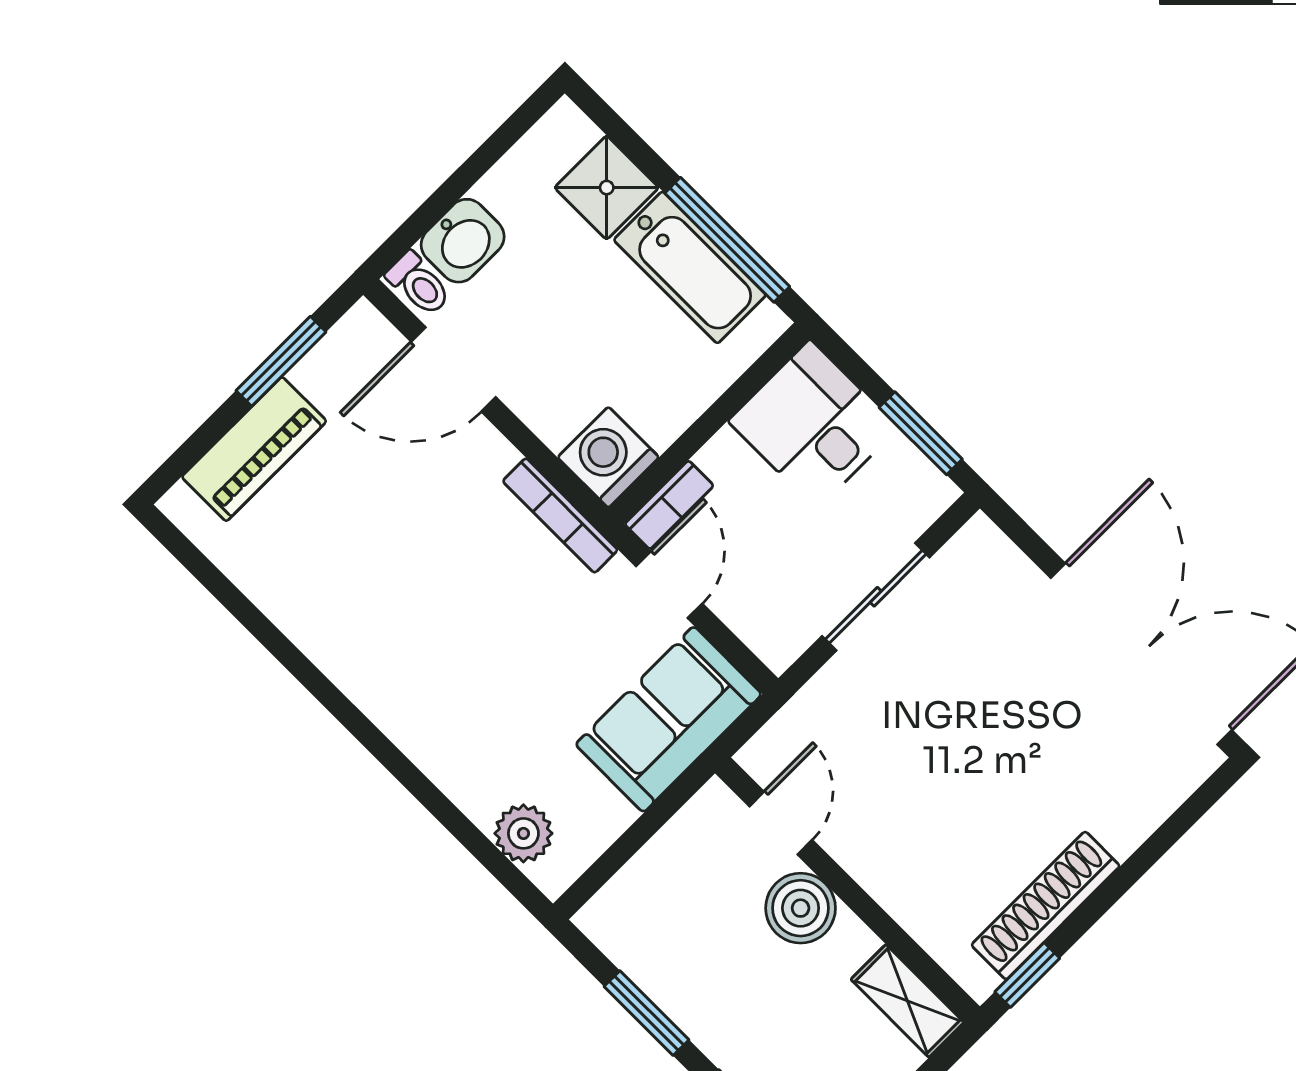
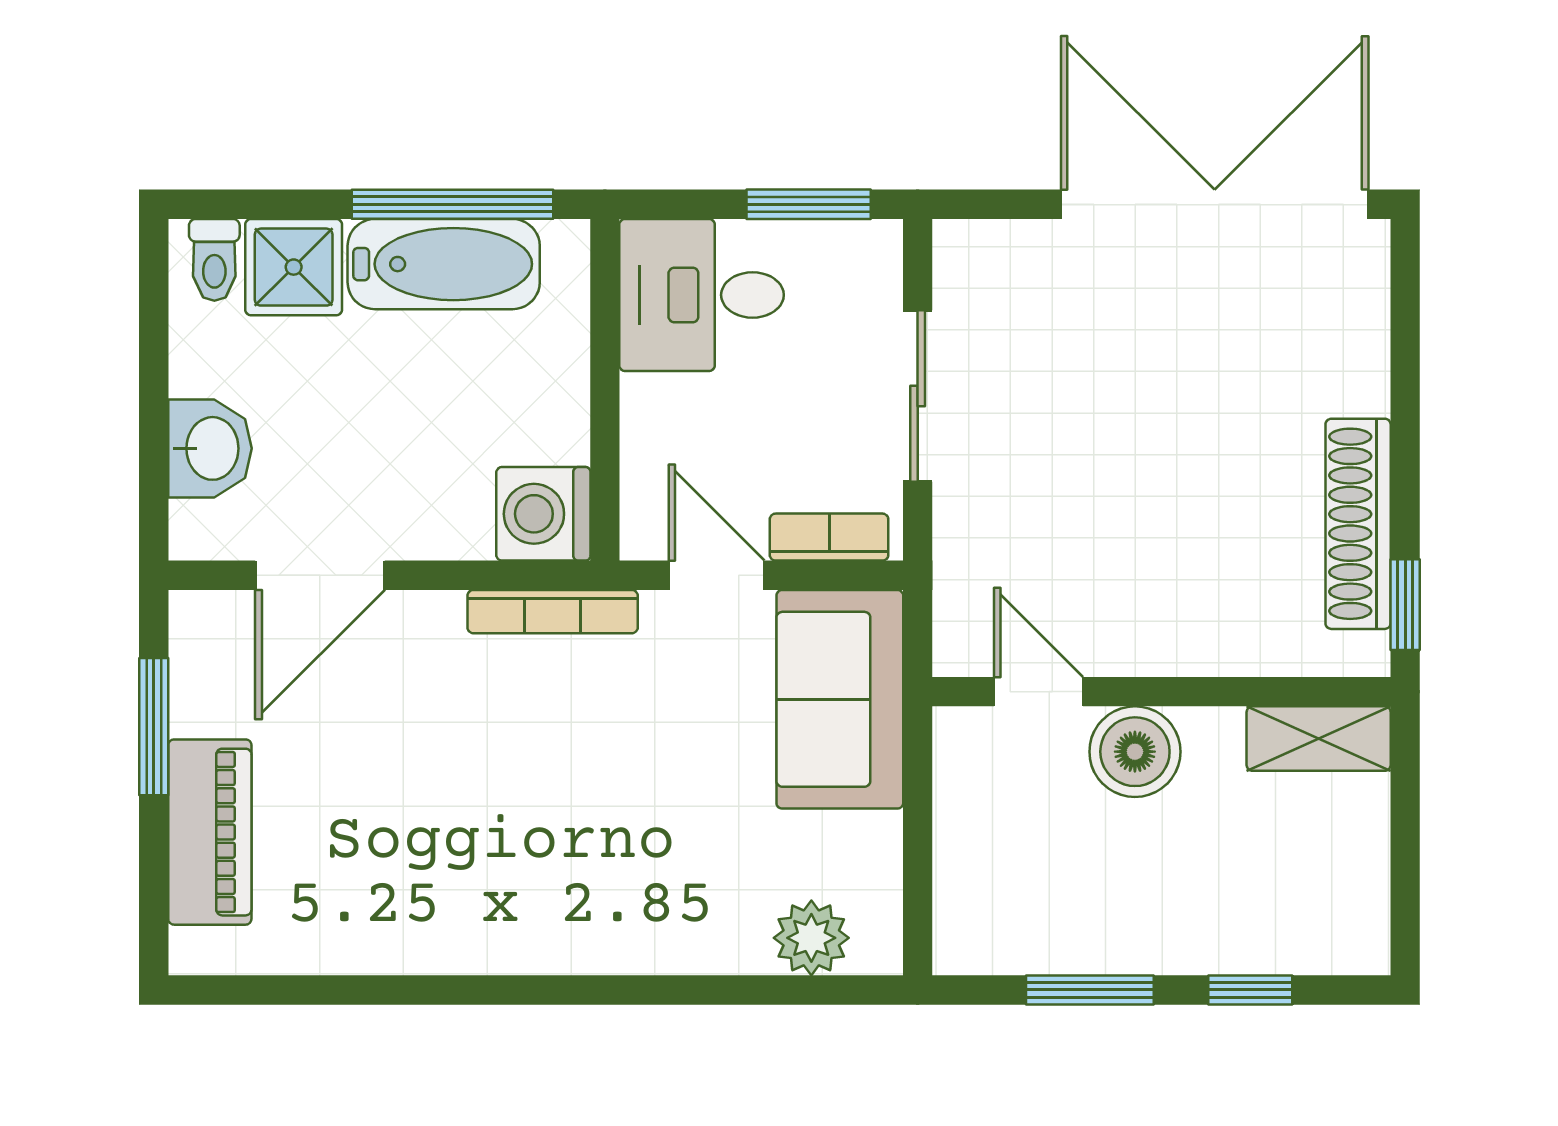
toilet: (419, 284) -> (214, 260), moved, turned 90
bookcase: (669, 505) -> (829, 537), moved, turned -90

